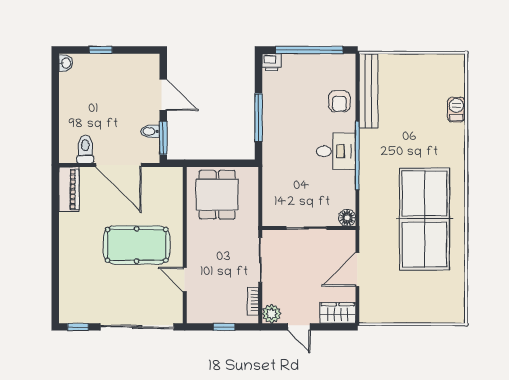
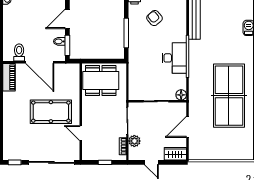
door: (163, 95) -> (67, 19), swing flipped
armchair: (339, 101) -> (154, 18), moved, turned 139
desk: (336, 151) -> (174, 58), width x1.37
dining table: (217, 195) -> (101, 81), width x1.38
plant: (272, 314) -> (134, 141), moved

